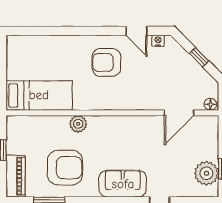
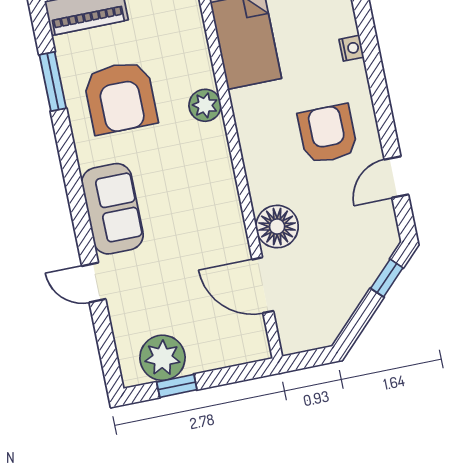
nightstand: (158, 41) -> (351, 48), moved
window: (199, 57) -> (387, 278), moved
floor lamp: (210, 104) -> (277, 227), moved, width x1.89, depth x1.89

